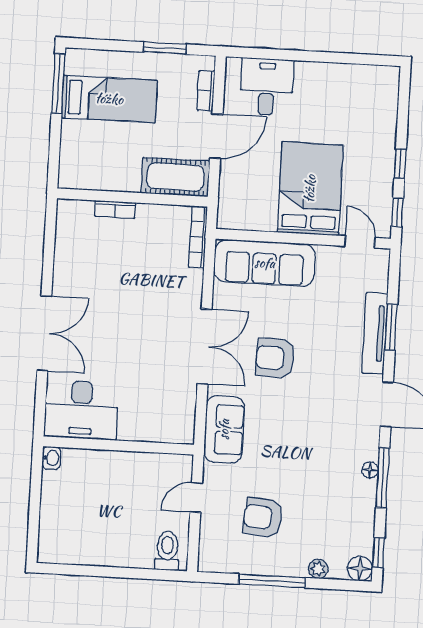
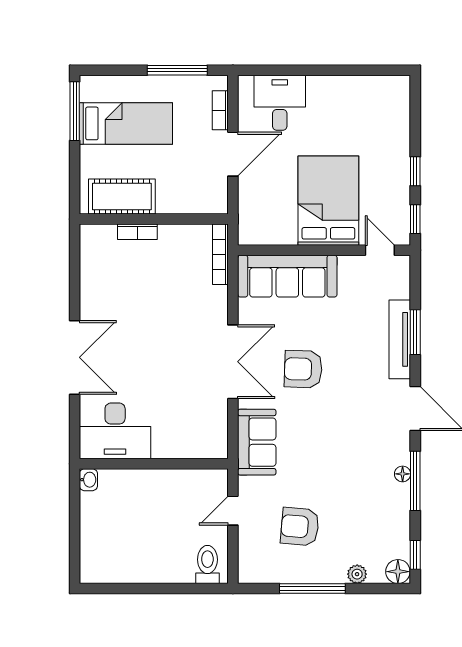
window: (165, 48) -> (177, 70), width x1.44
cot: (175, 177) -> (122, 197), moved

